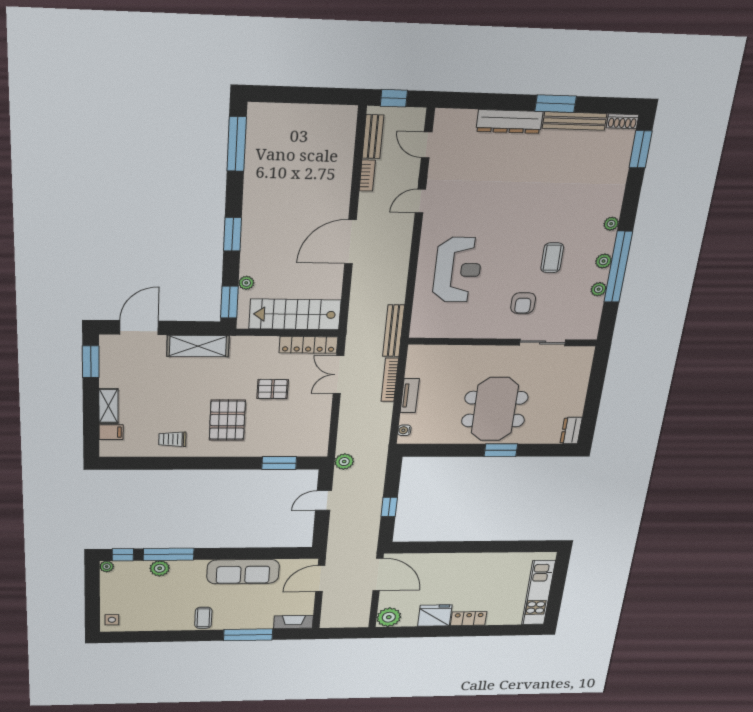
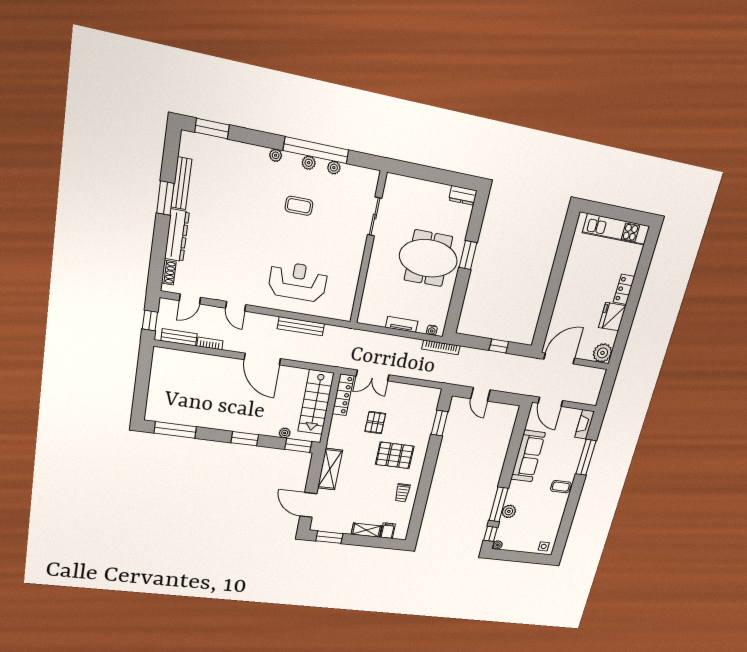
shoe rack: (623, 121) -> (169, 273), moved
armchair: (523, 303) -> (336, 231), removed
bench: (393, 331) -> (301, 326), moved
bookcase: (390, 380) -> (441, 347), moved
plant: (344, 462) -> (449, 377), removed

